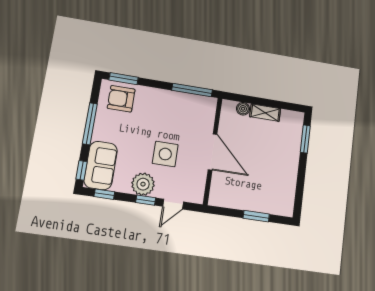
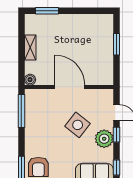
boiler: (243, 109) -> (30, 80), moved
door: (213, 152) -> (70, 87), hinge flipped
side table: (165, 154) -> (78, 125), turned 38

